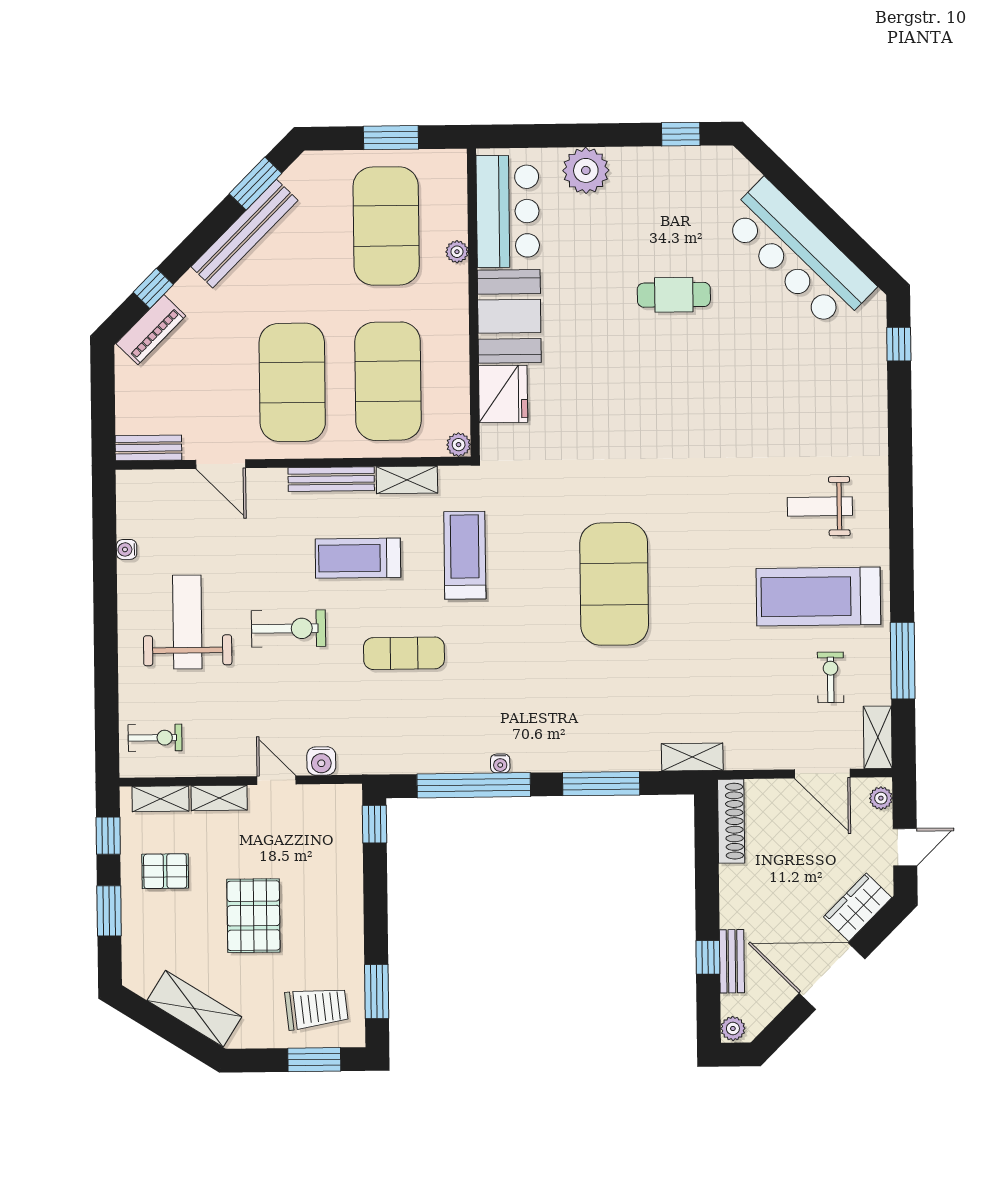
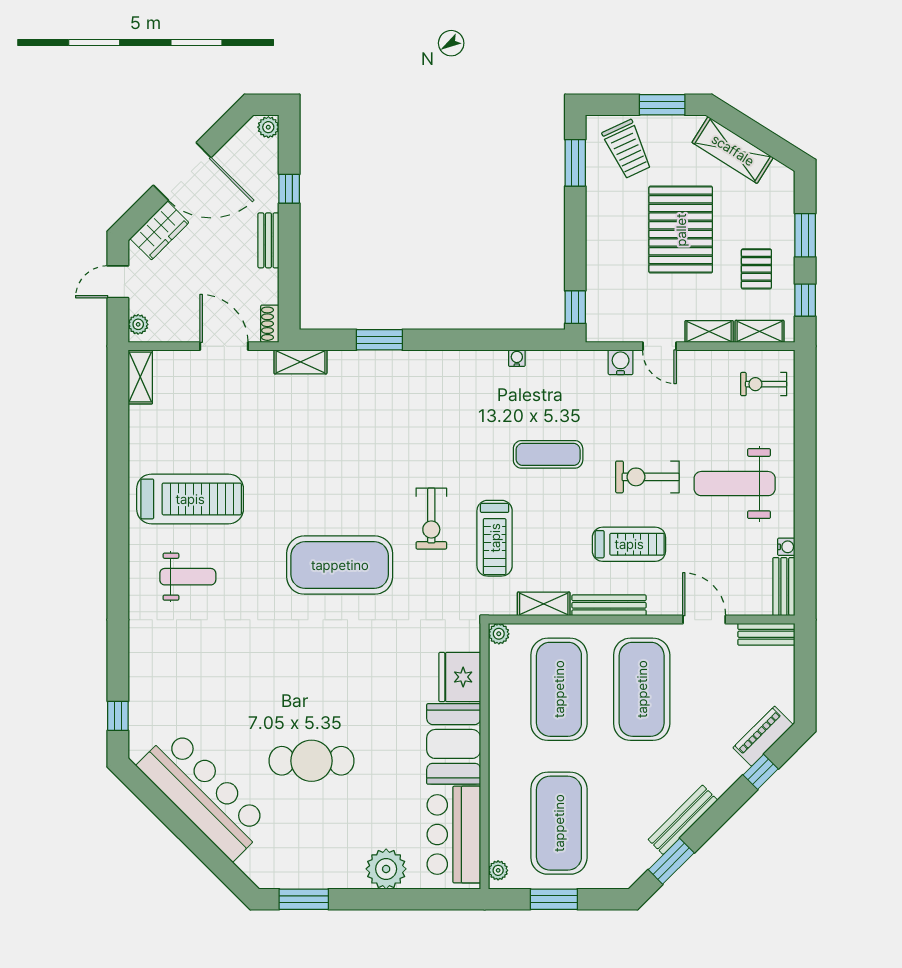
window: (681, 134) -> (304, 899), width x1.50
bench: (245, 234) -> (683, 820), width x0.73, depth x0.82
plant: (457, 252) -> (498, 870), moved
cafe table: (674, 295) -> (311, 761), width x1.37, depth x1.35
bench: (129, 503) -> (784, 587), added
treadmill: (358, 558) -> (629, 544), moved
exercise mat: (614, 584) -> (340, 565), moved, turned 90
weight bench: (187, 622) -> (735, 484), turned 90
window: (903, 661) -> (118, 443), removed
exercise bike: (831, 677) -> (431, 519), moved, width x1.38, depth x1.39
water cooler: (500, 763) -> (517, 358), moved
door: (822, 774) -> (224, 346), moved
window: (601, 784) -> (379, 340), width x0.69
window: (474, 785) -> (489, 340), removed
shoe rack: (731, 821) -> (270, 324), width x0.51, depth x0.81
pallet: (165, 871) -> (756, 269), turned 90
pallet: (253, 916) -> (681, 230), width x1.37, depth x1.41
bench: (732, 961) -> (268, 240), moved
trolley: (317, 1008) -> (627, 149), turned -109
window: (314, 1060) -> (662, 105), moved

